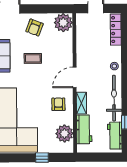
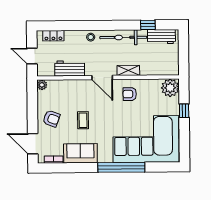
plant: (63, 23) -> (42, 85), width x0.53, depth x0.53
locker: (116, 30) -> (53, 36), width x0.66
workbench: (84, 129) -> (70, 68), moved
plant: (64, 133) -> (170, 88), moved

